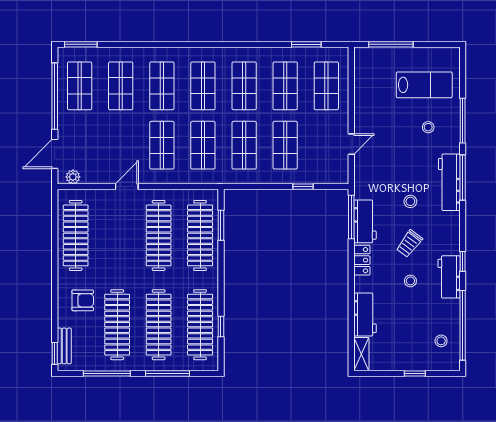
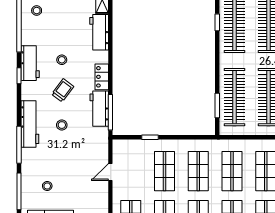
workbench: (449, 182) -> (30, 124), moved

